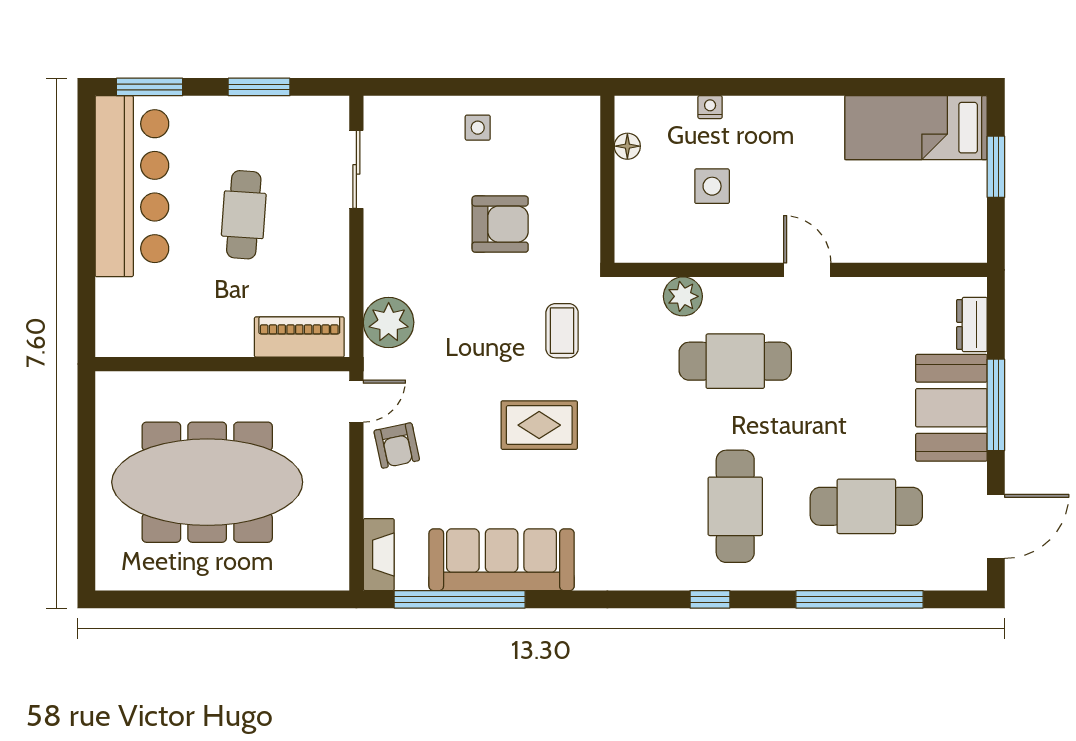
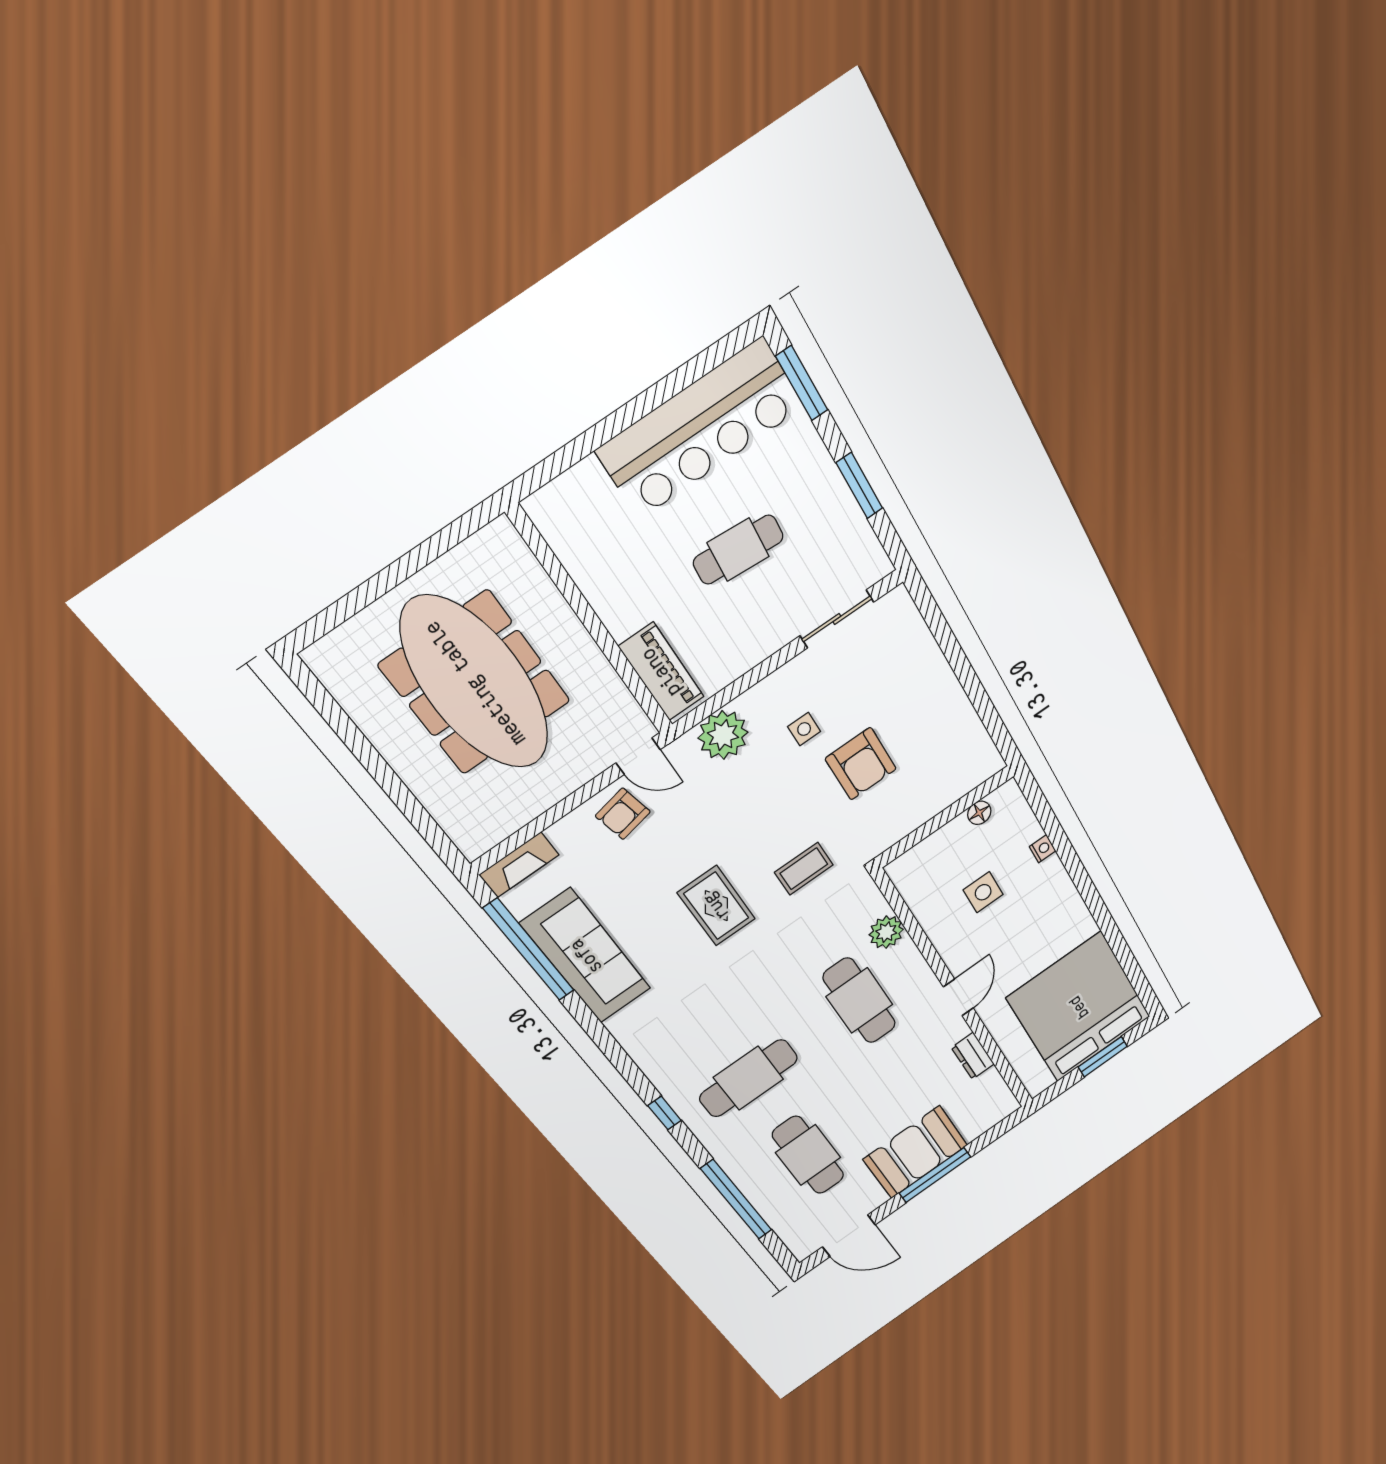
side table: (478, 128) -> (804, 729), moved
bed: (916, 128) -> (1079, 1007), width x2.04
dresser: (972, 324) -> (973, 1056), moved, turned -90

